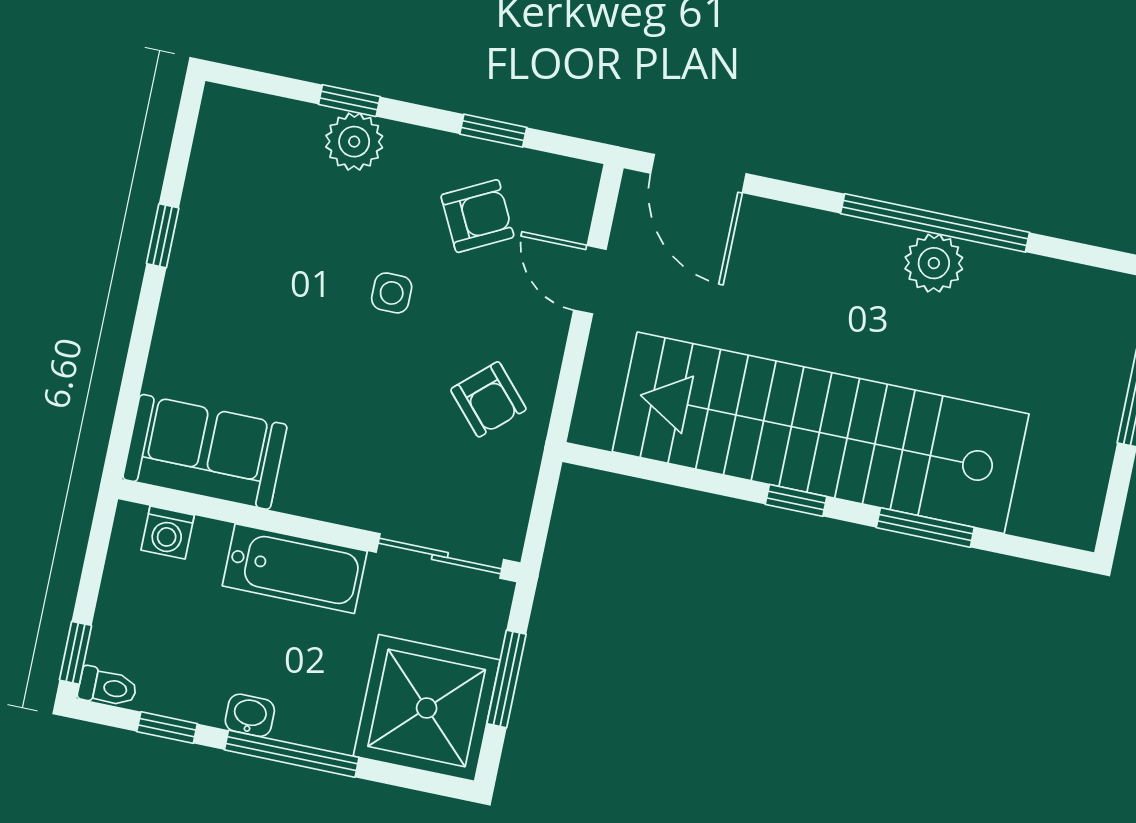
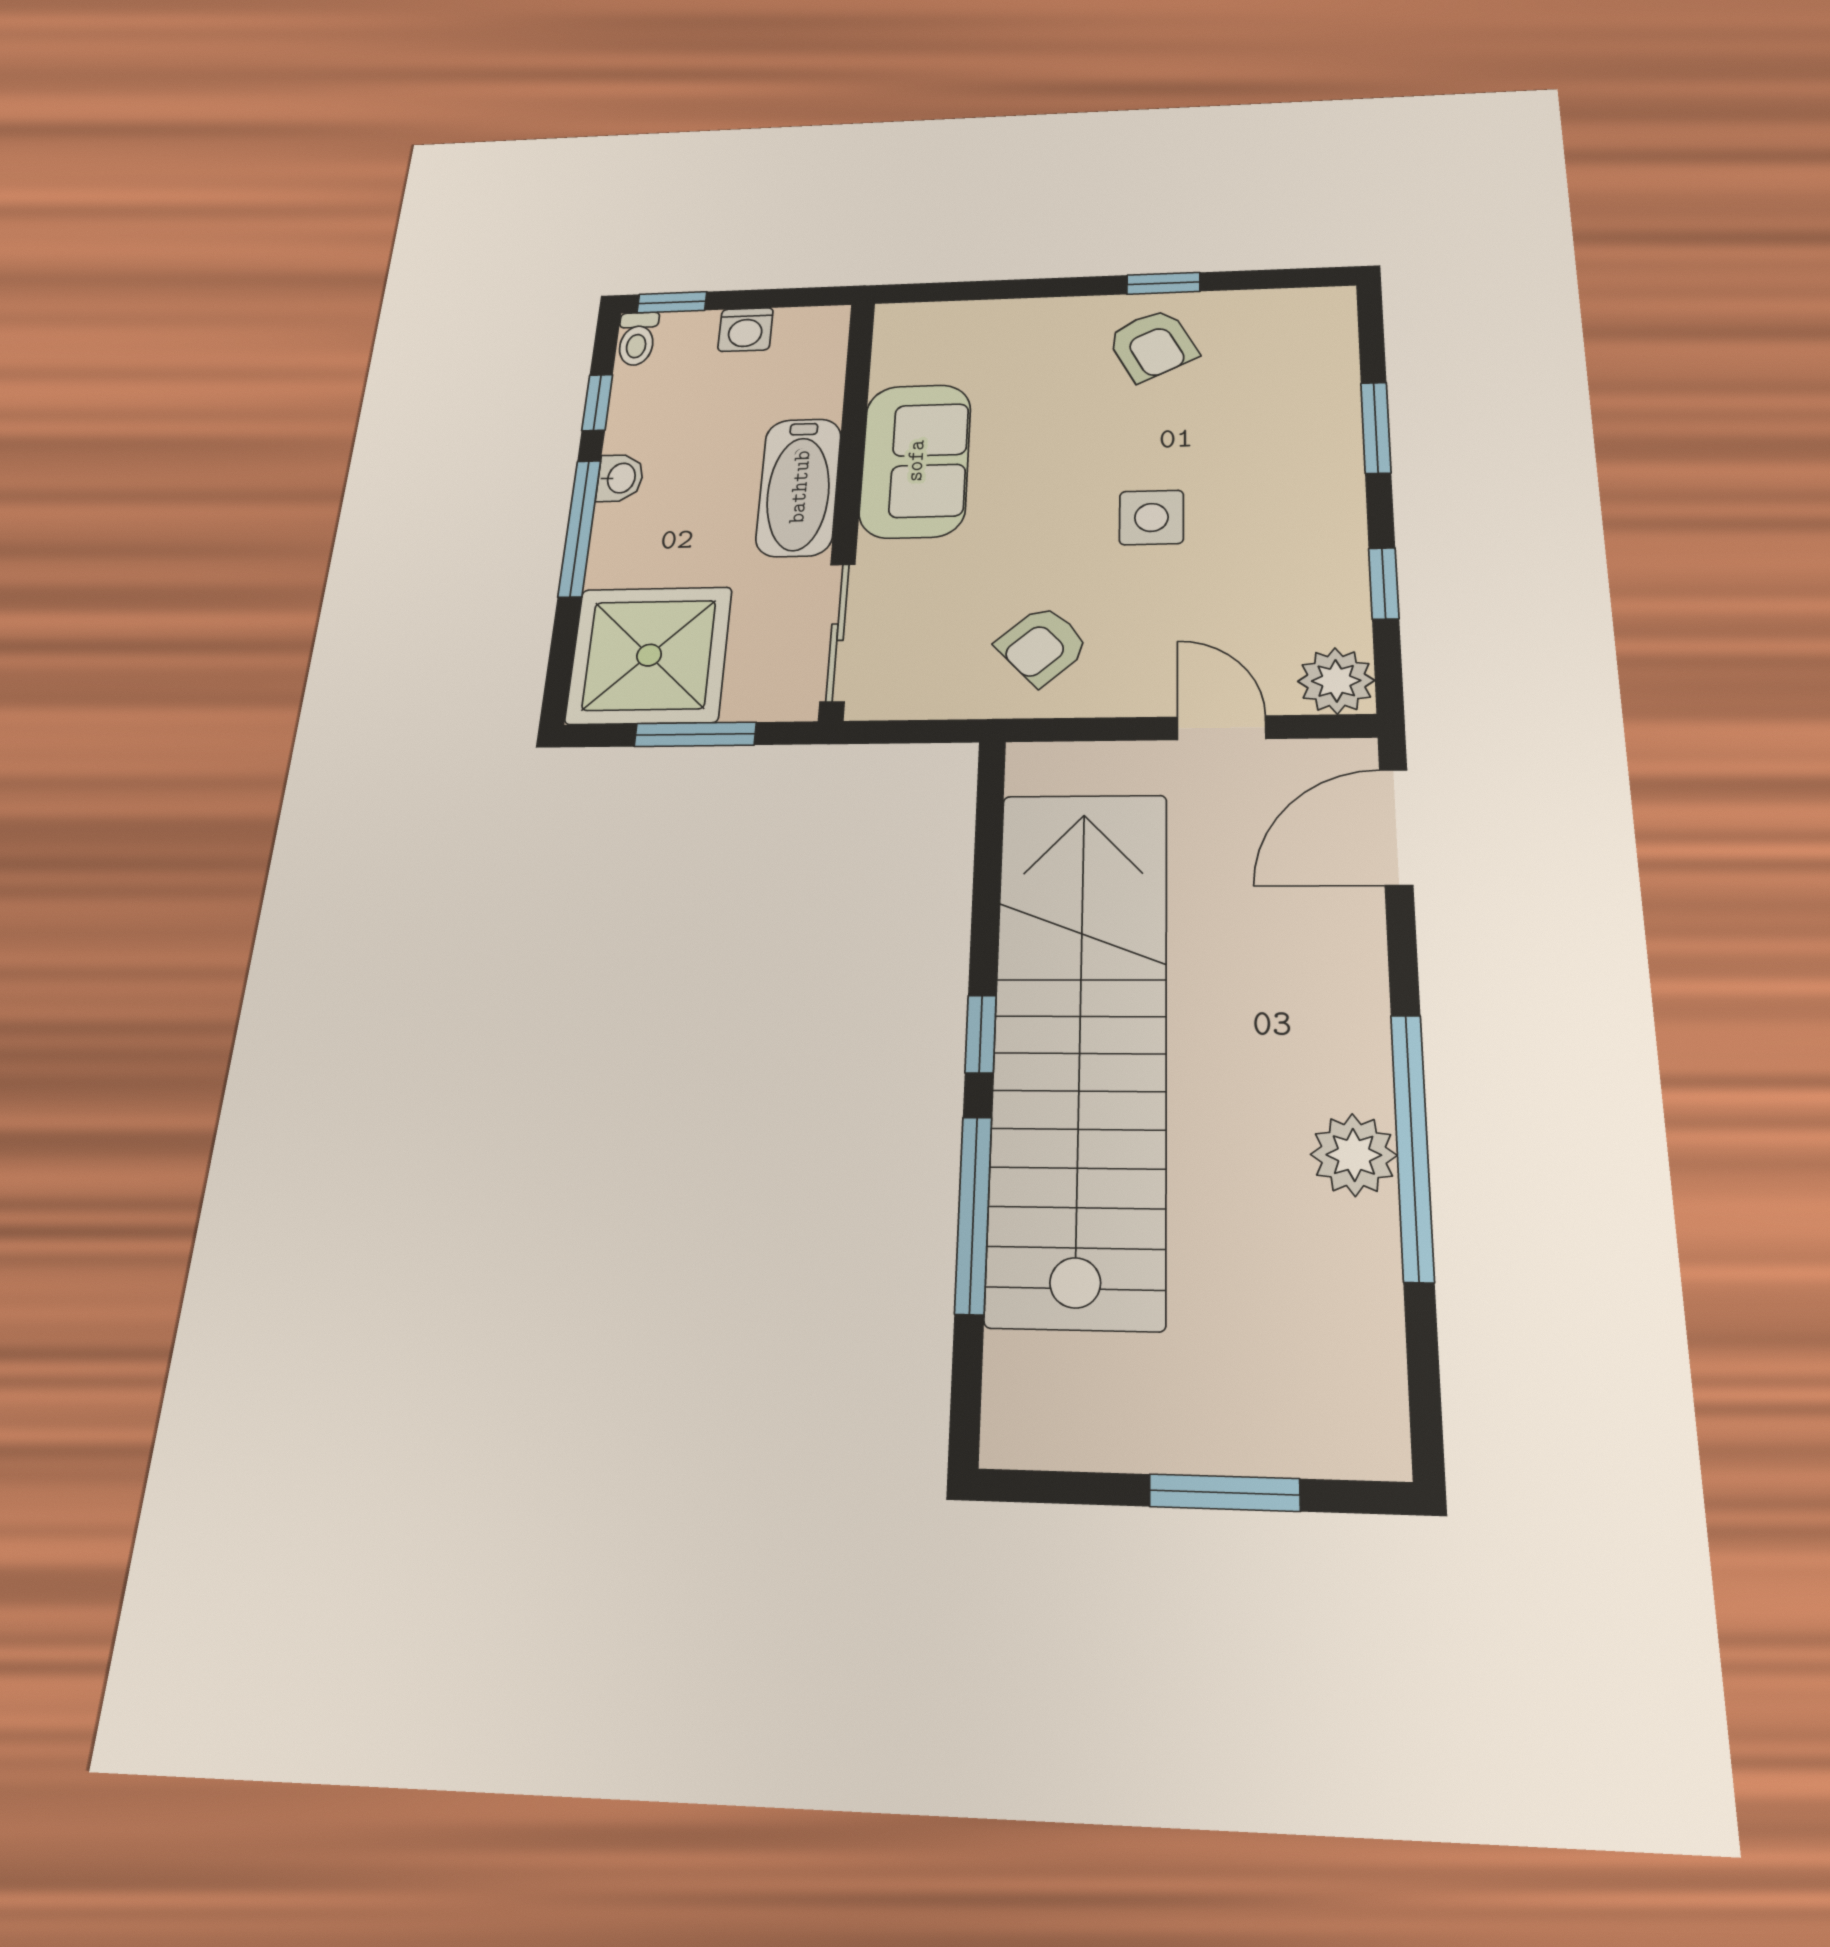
window: (349, 101) -> (1376, 428), width x1.50
plant: (354, 142) -> (1336, 681), moved
armchair: (477, 216) -> (1152, 345), moved
door: (590, 280) -> (1221, 728), hinge flipped
side table: (392, 293) -> (1151, 517), width x1.37, depth x1.37
sofa: (205, 452) -> (915, 461), moved
window: (925, 527) -> (973, 1214), width x1.44
washing machine: (168, 533) -> (746, 330), moved, turned -90

